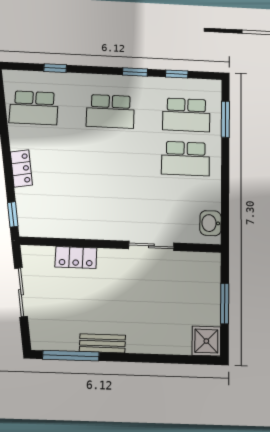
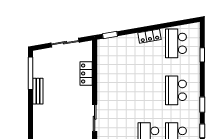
locker: (21, 168) -> (150, 36), moved

